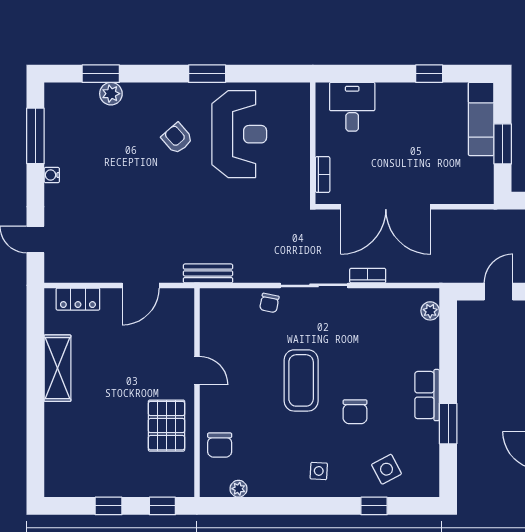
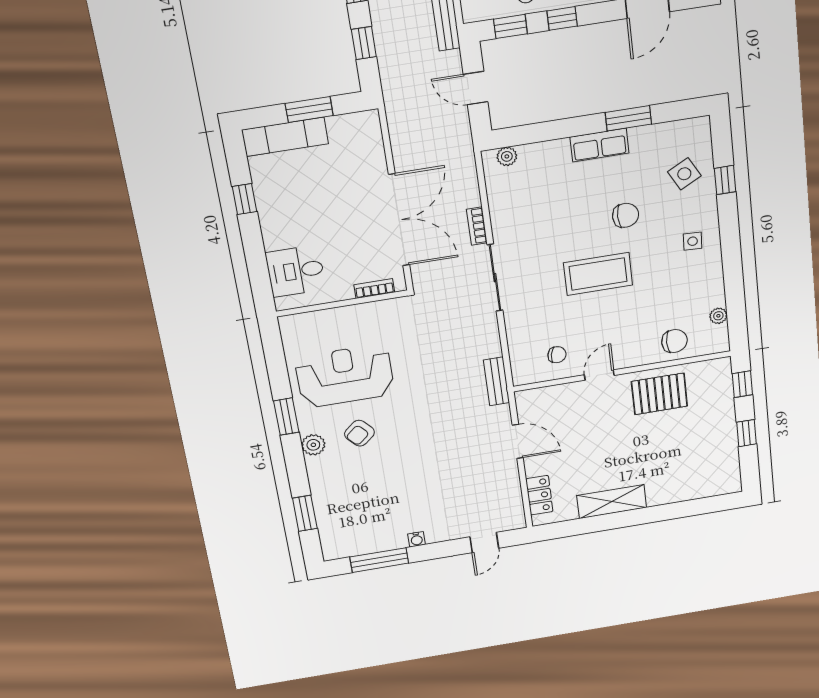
plant: (111, 94) -> (313, 445), moved
chair: (269, 303) -> (557, 355), moved

